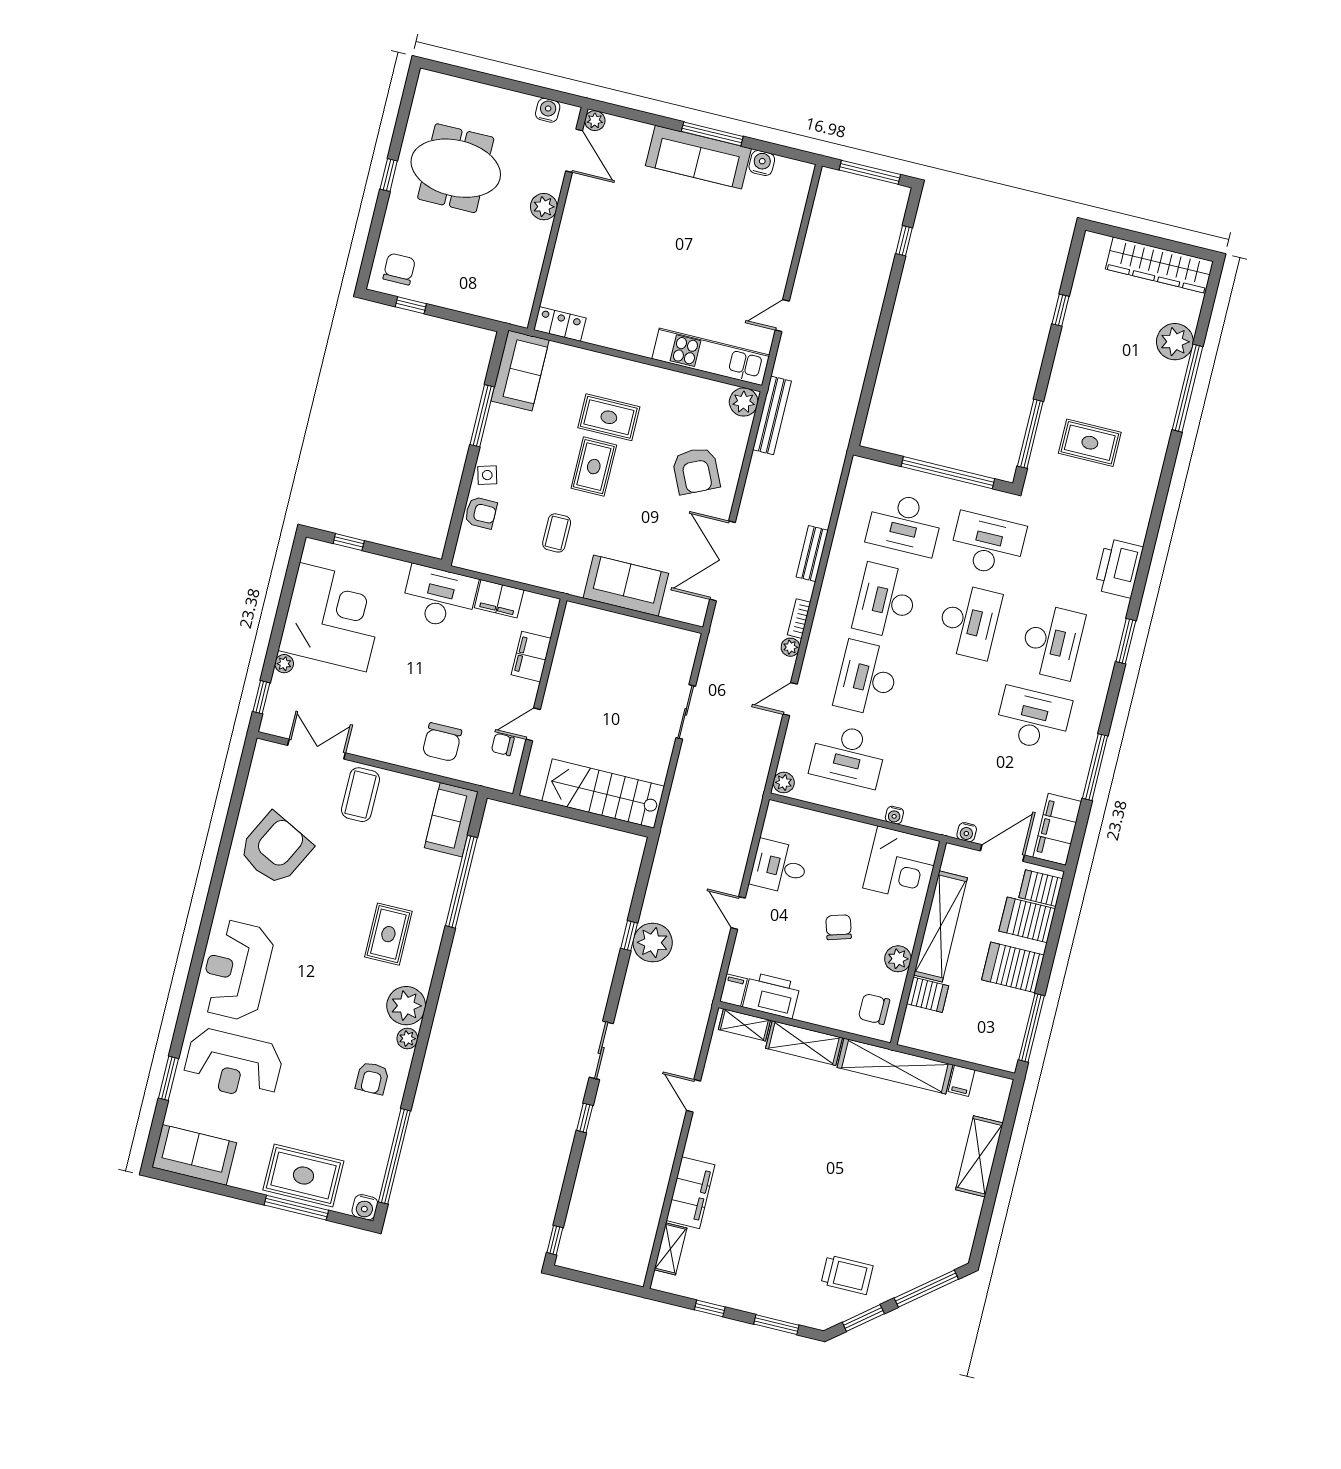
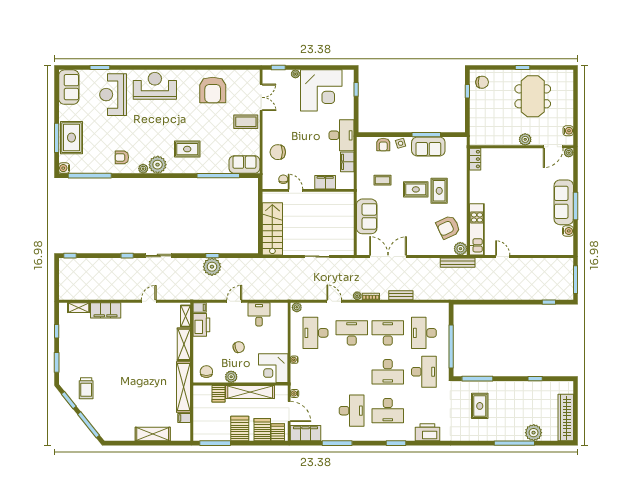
sofa: (520, 371) -> (428, 147), moved
armchair: (696, 471) -> (448, 227), moved
armchair: (275, 849) -> (213, 90), turned 63

